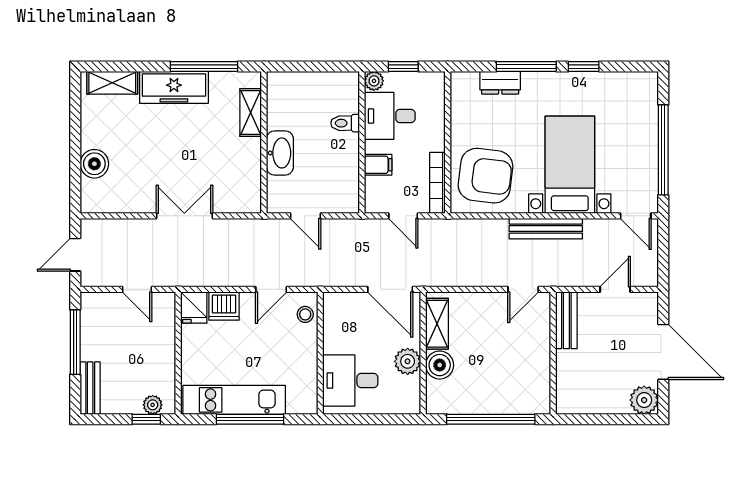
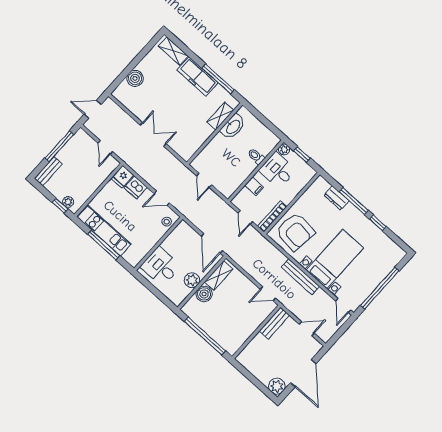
washbasin: (280, 153) -> (233, 127), moved

